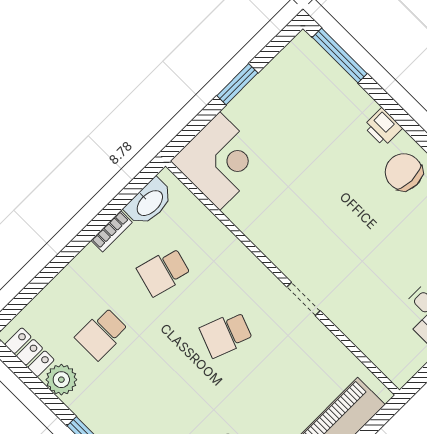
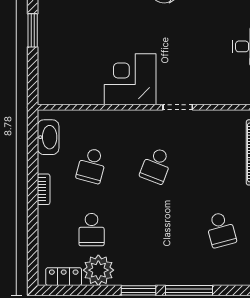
corner desk: (220, 161) -> (130, 79), moved, turned -90
bookcase: (112, 231) -> (44, 189), moved
plant: (61, 380) -> (98, 270), width x1.36, depth x1.36

